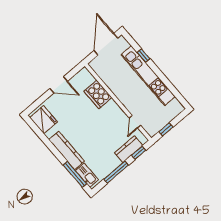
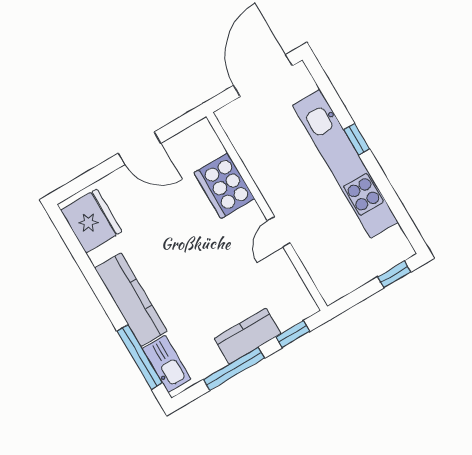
window: (144, 56) -> (357, 139), moved
door: (135, 122) -> (279, 232), moved
window: (166, 129) -> (394, 274), moved
kitchen counter: (129, 149) -> (247, 336), moved

